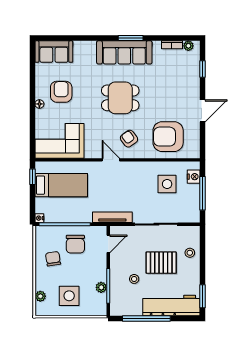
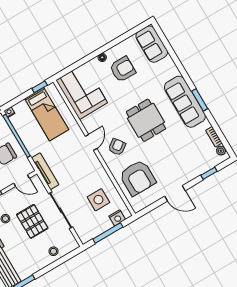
armchair: (168, 137) -> (137, 178), turned 180
pallet: (161, 263) -> (32, 221), moved

